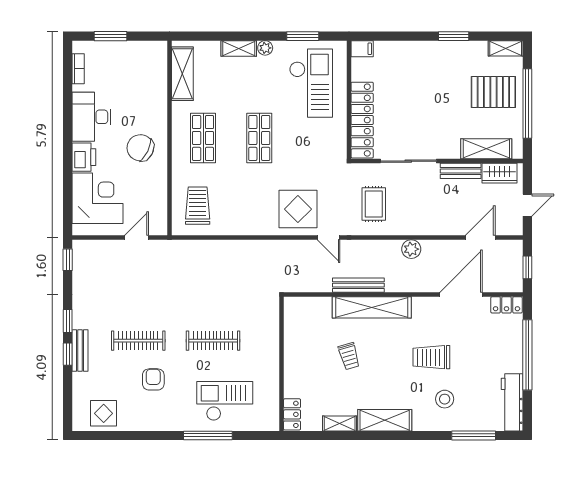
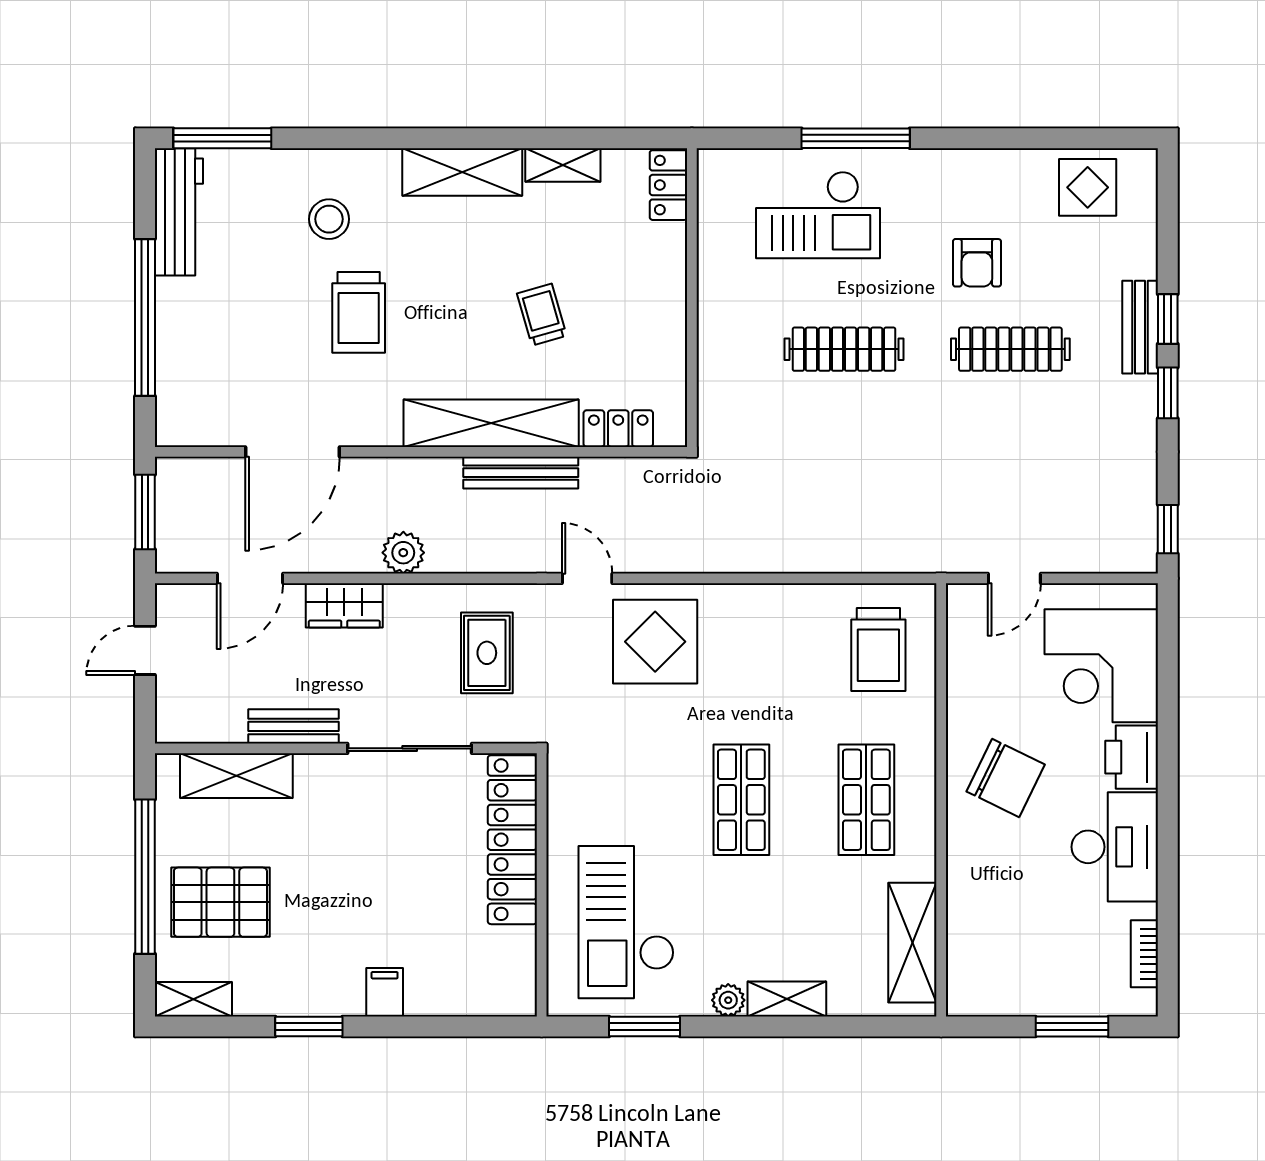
filing cabinet: (362, 49) -> (385, 992), moved, turned 90
wardrobe: (499, 173) -> (344, 605), moved, turned 180
window: (527, 267) -> (145, 512), width x1.50
locker: (507, 305) -> (618, 429), moved
trolley: (431, 357) -> (359, 312), turned 90
window: (474, 435) -> (222, 138), moved

